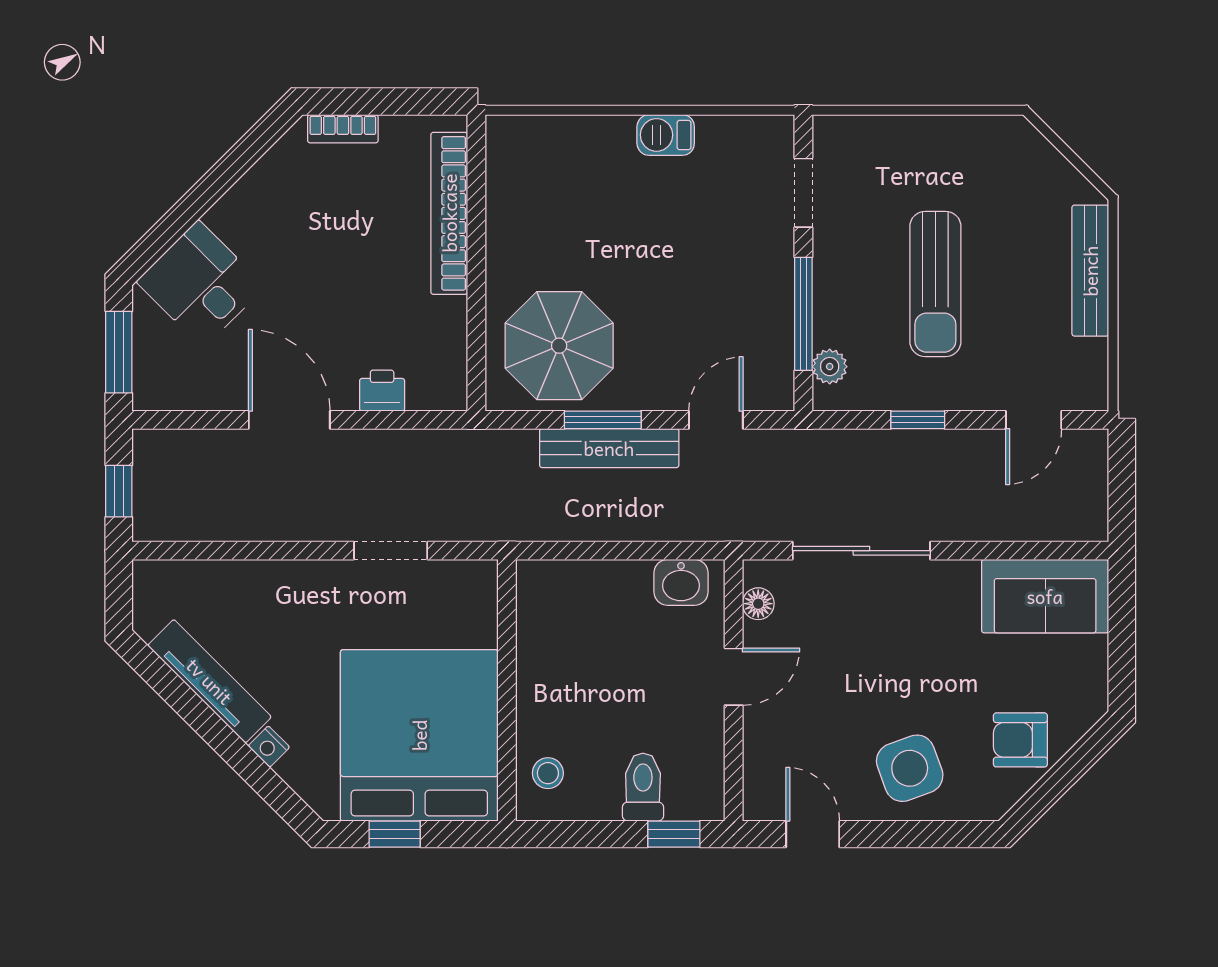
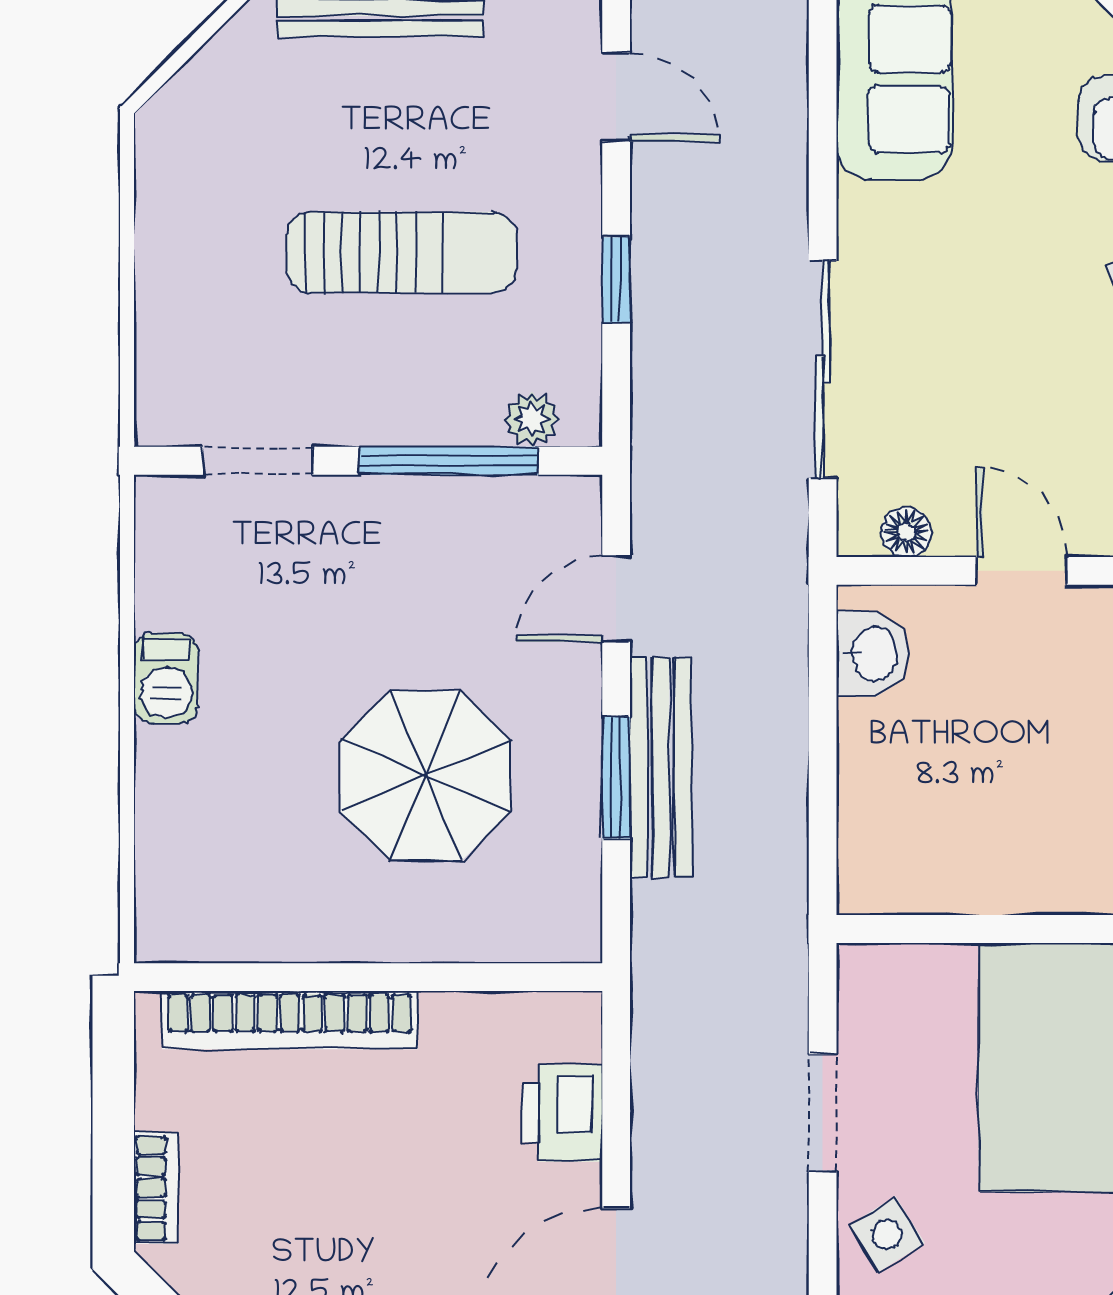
parasol: (559, 346) -> (426, 776), moved
printer: (382, 391) -> (562, 1113), width x1.36, depth x1.24
door: (716, 420) -> (616, 599), hinge flipped
side table: (313, 591) -> (887, 1234), added

